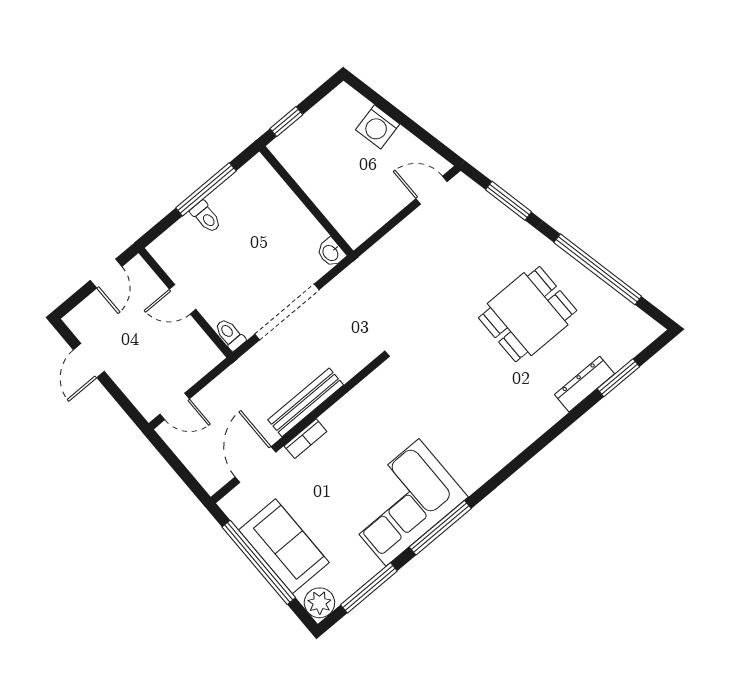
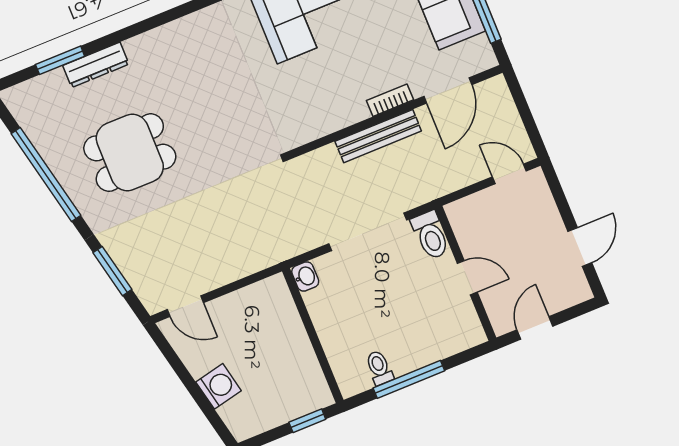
toilet: (206, 217) -> (379, 368), moved
toilet: (230, 334) -> (430, 235), width x1.37, depth x1.39

